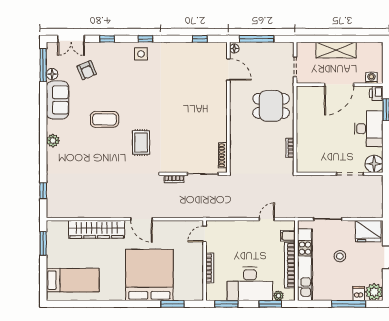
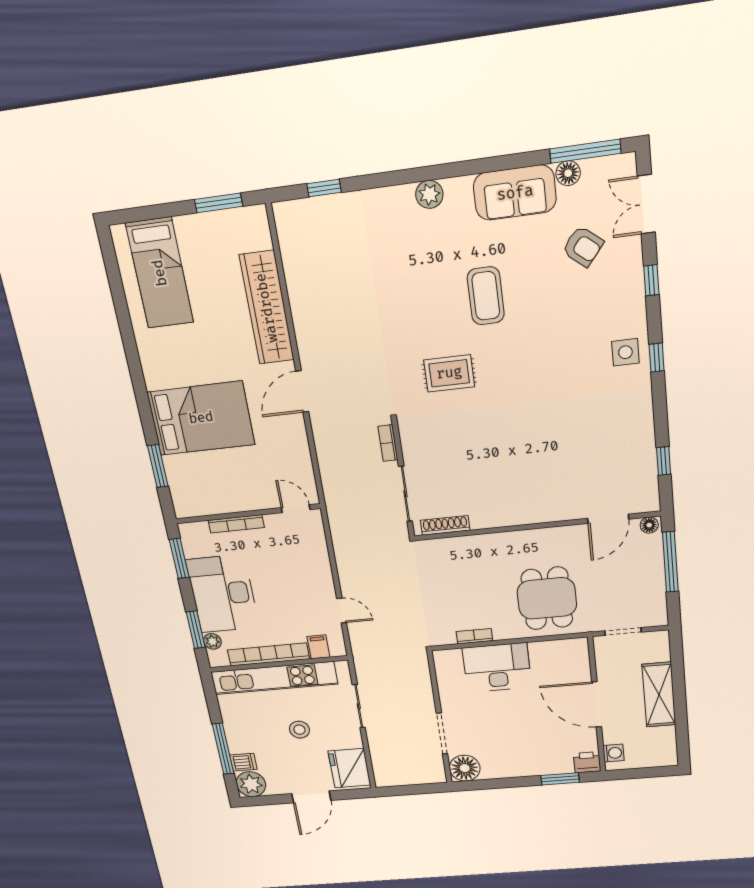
armchair: (87, 70) -> (583, 246), turned -118
desk: (369, 129) -> (497, 667), moved, turned 180
bed: (149, 275) -> (201, 418), width x0.73

